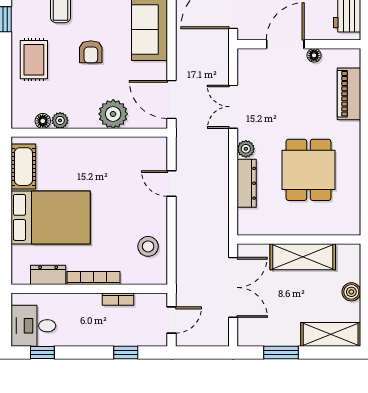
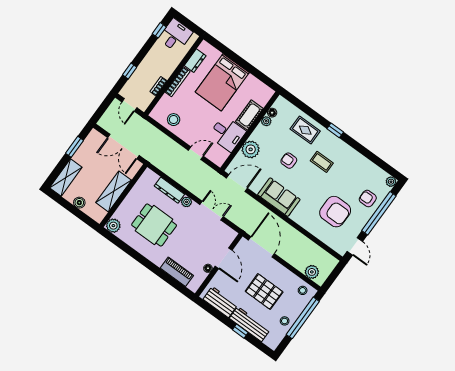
desk: (115, 161) -> (227, 134), added
cot: (23, 167) -> (249, 115), moved, turned 90
plant: (349, 224) -> (113, 226), added

